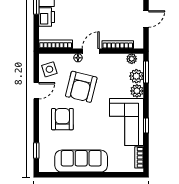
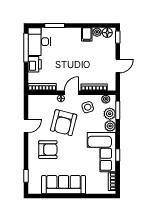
side table: (49, 69) -> (88, 107), moved
armchair: (62, 119) -> (48, 150), turned 90

